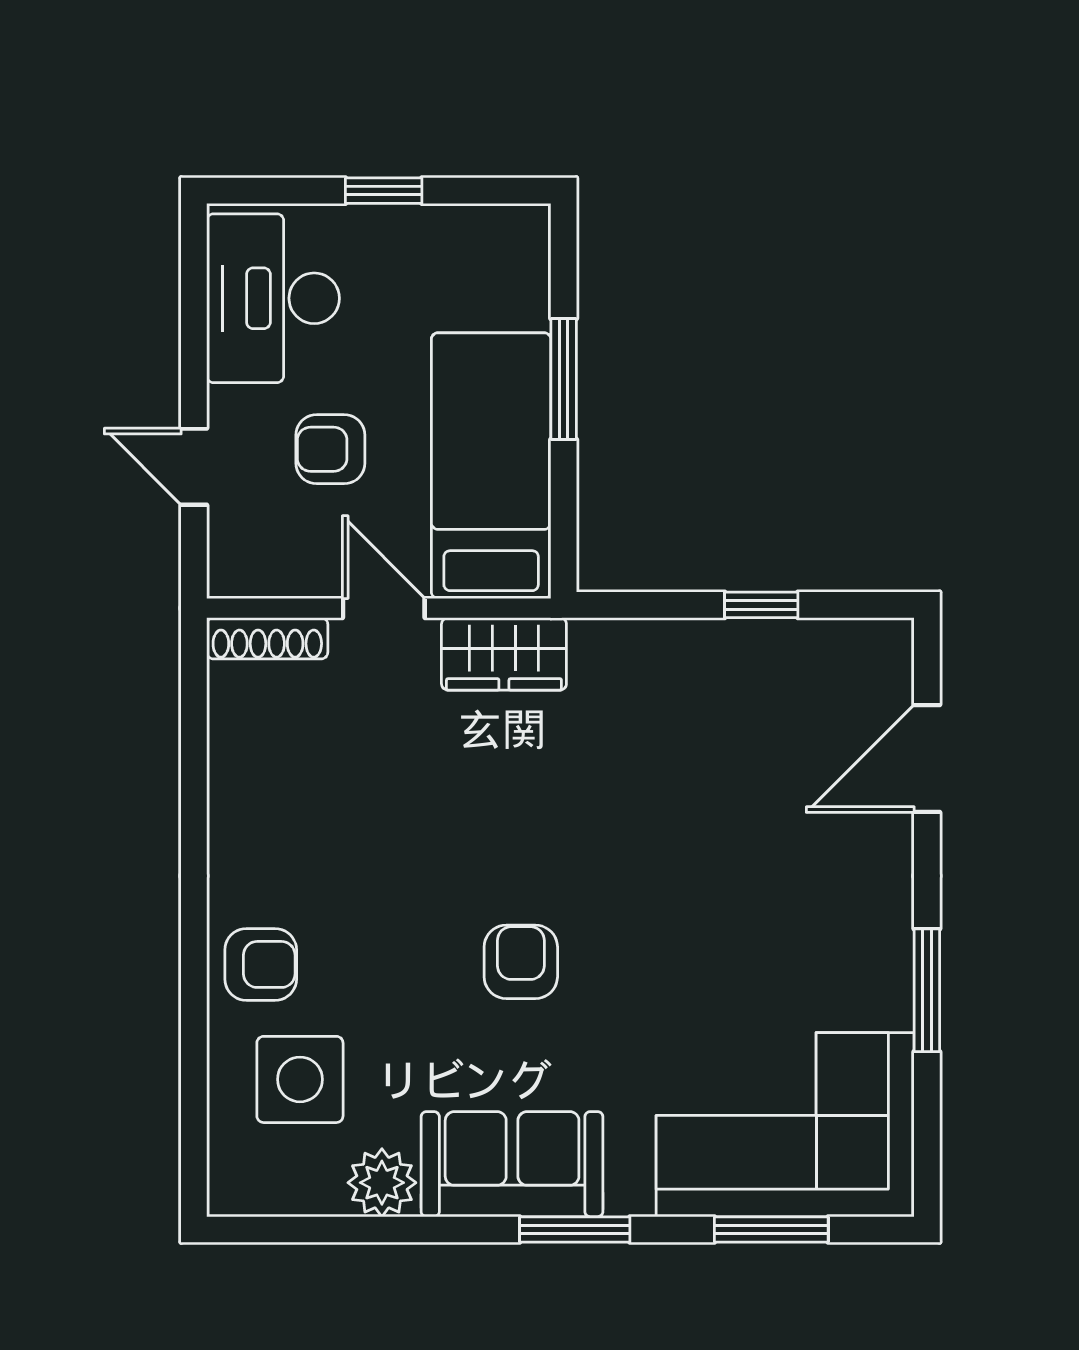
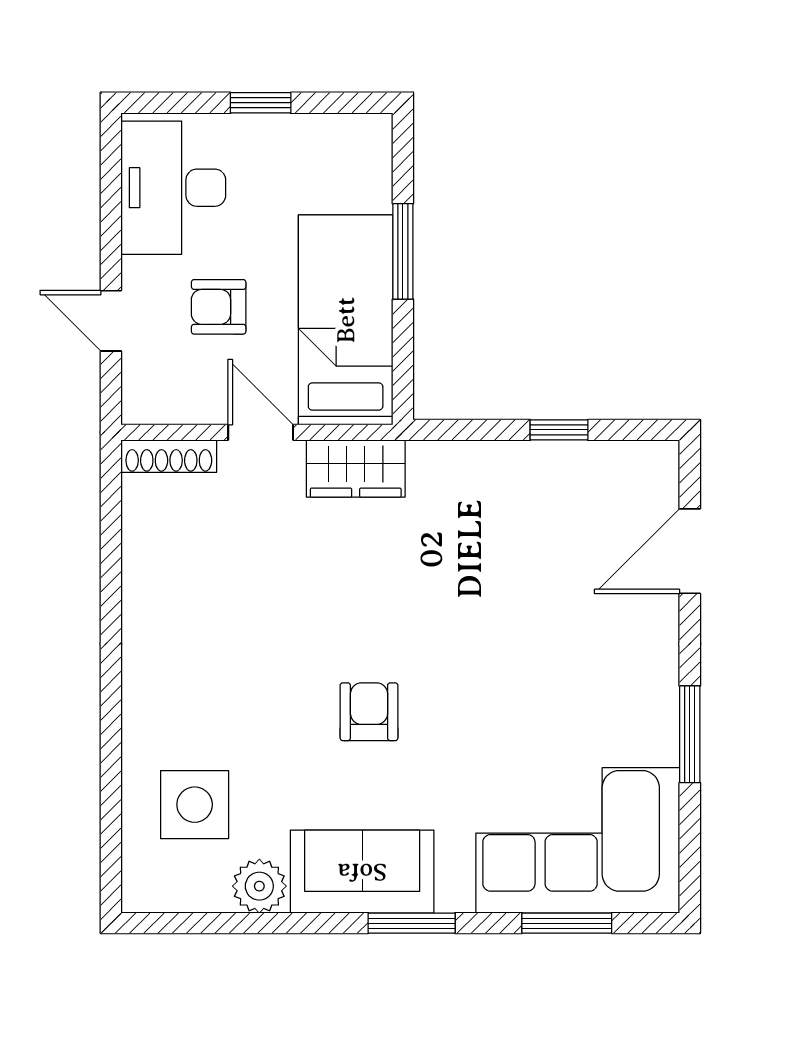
armchair: (261, 964) -> (164, 714), removed

